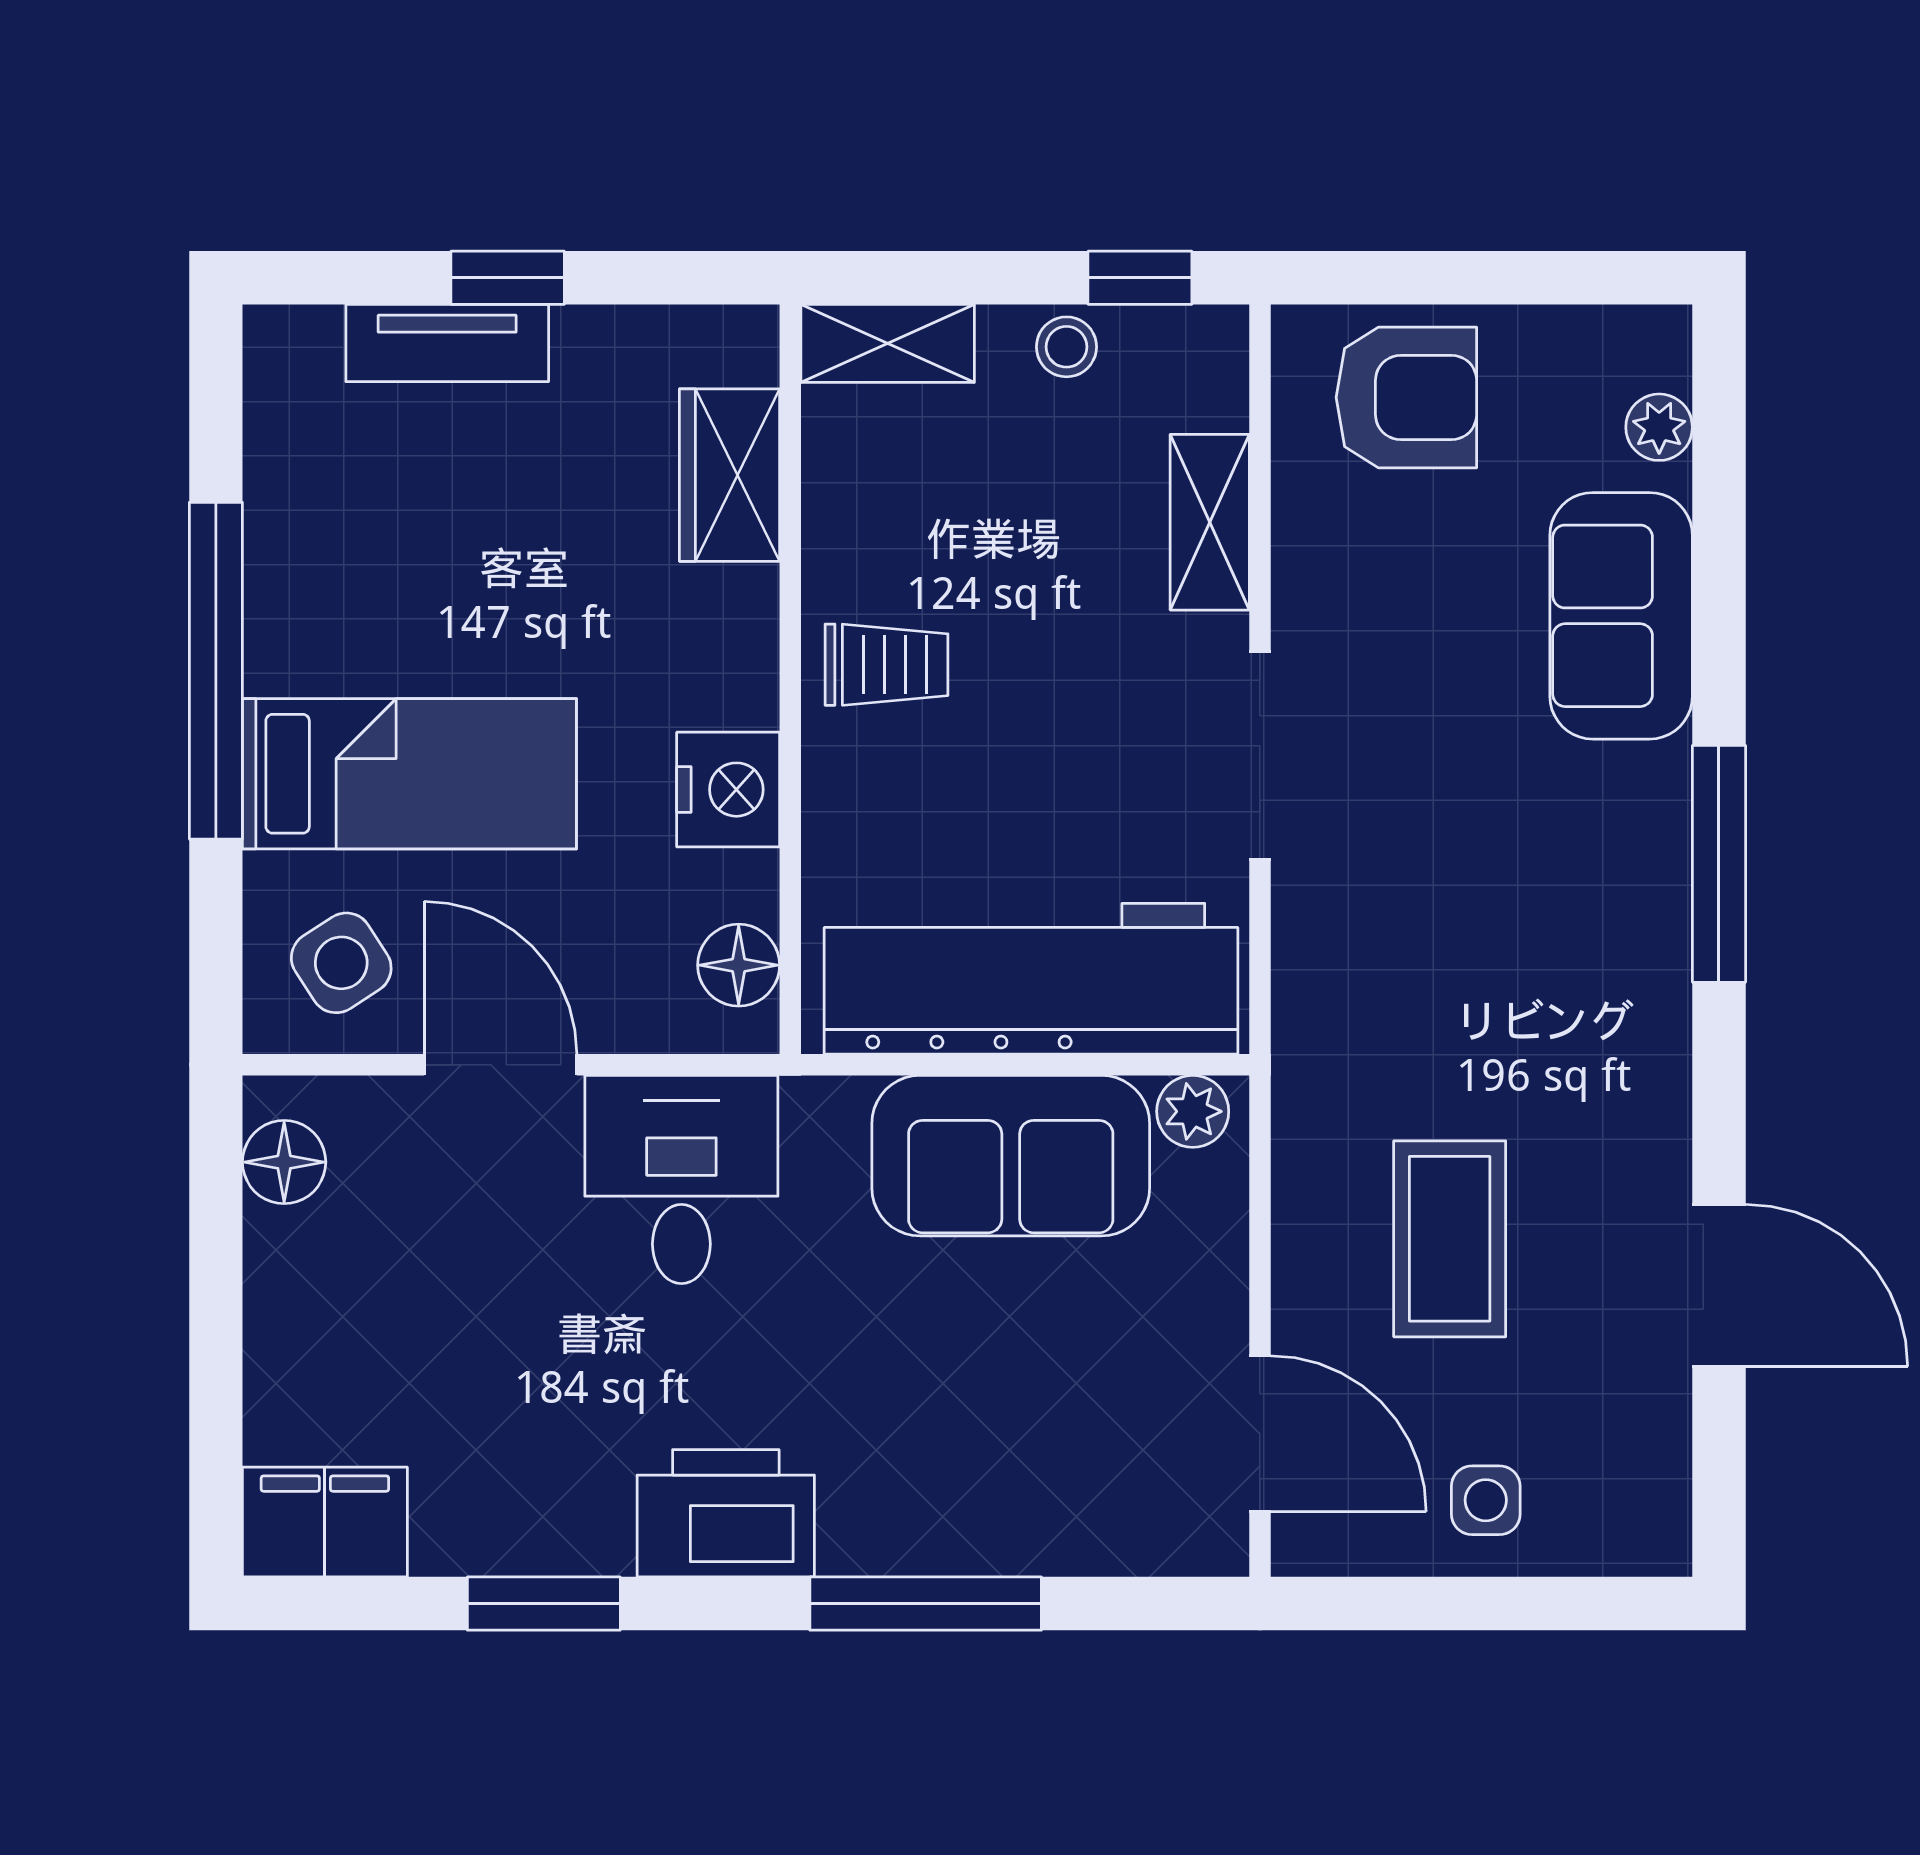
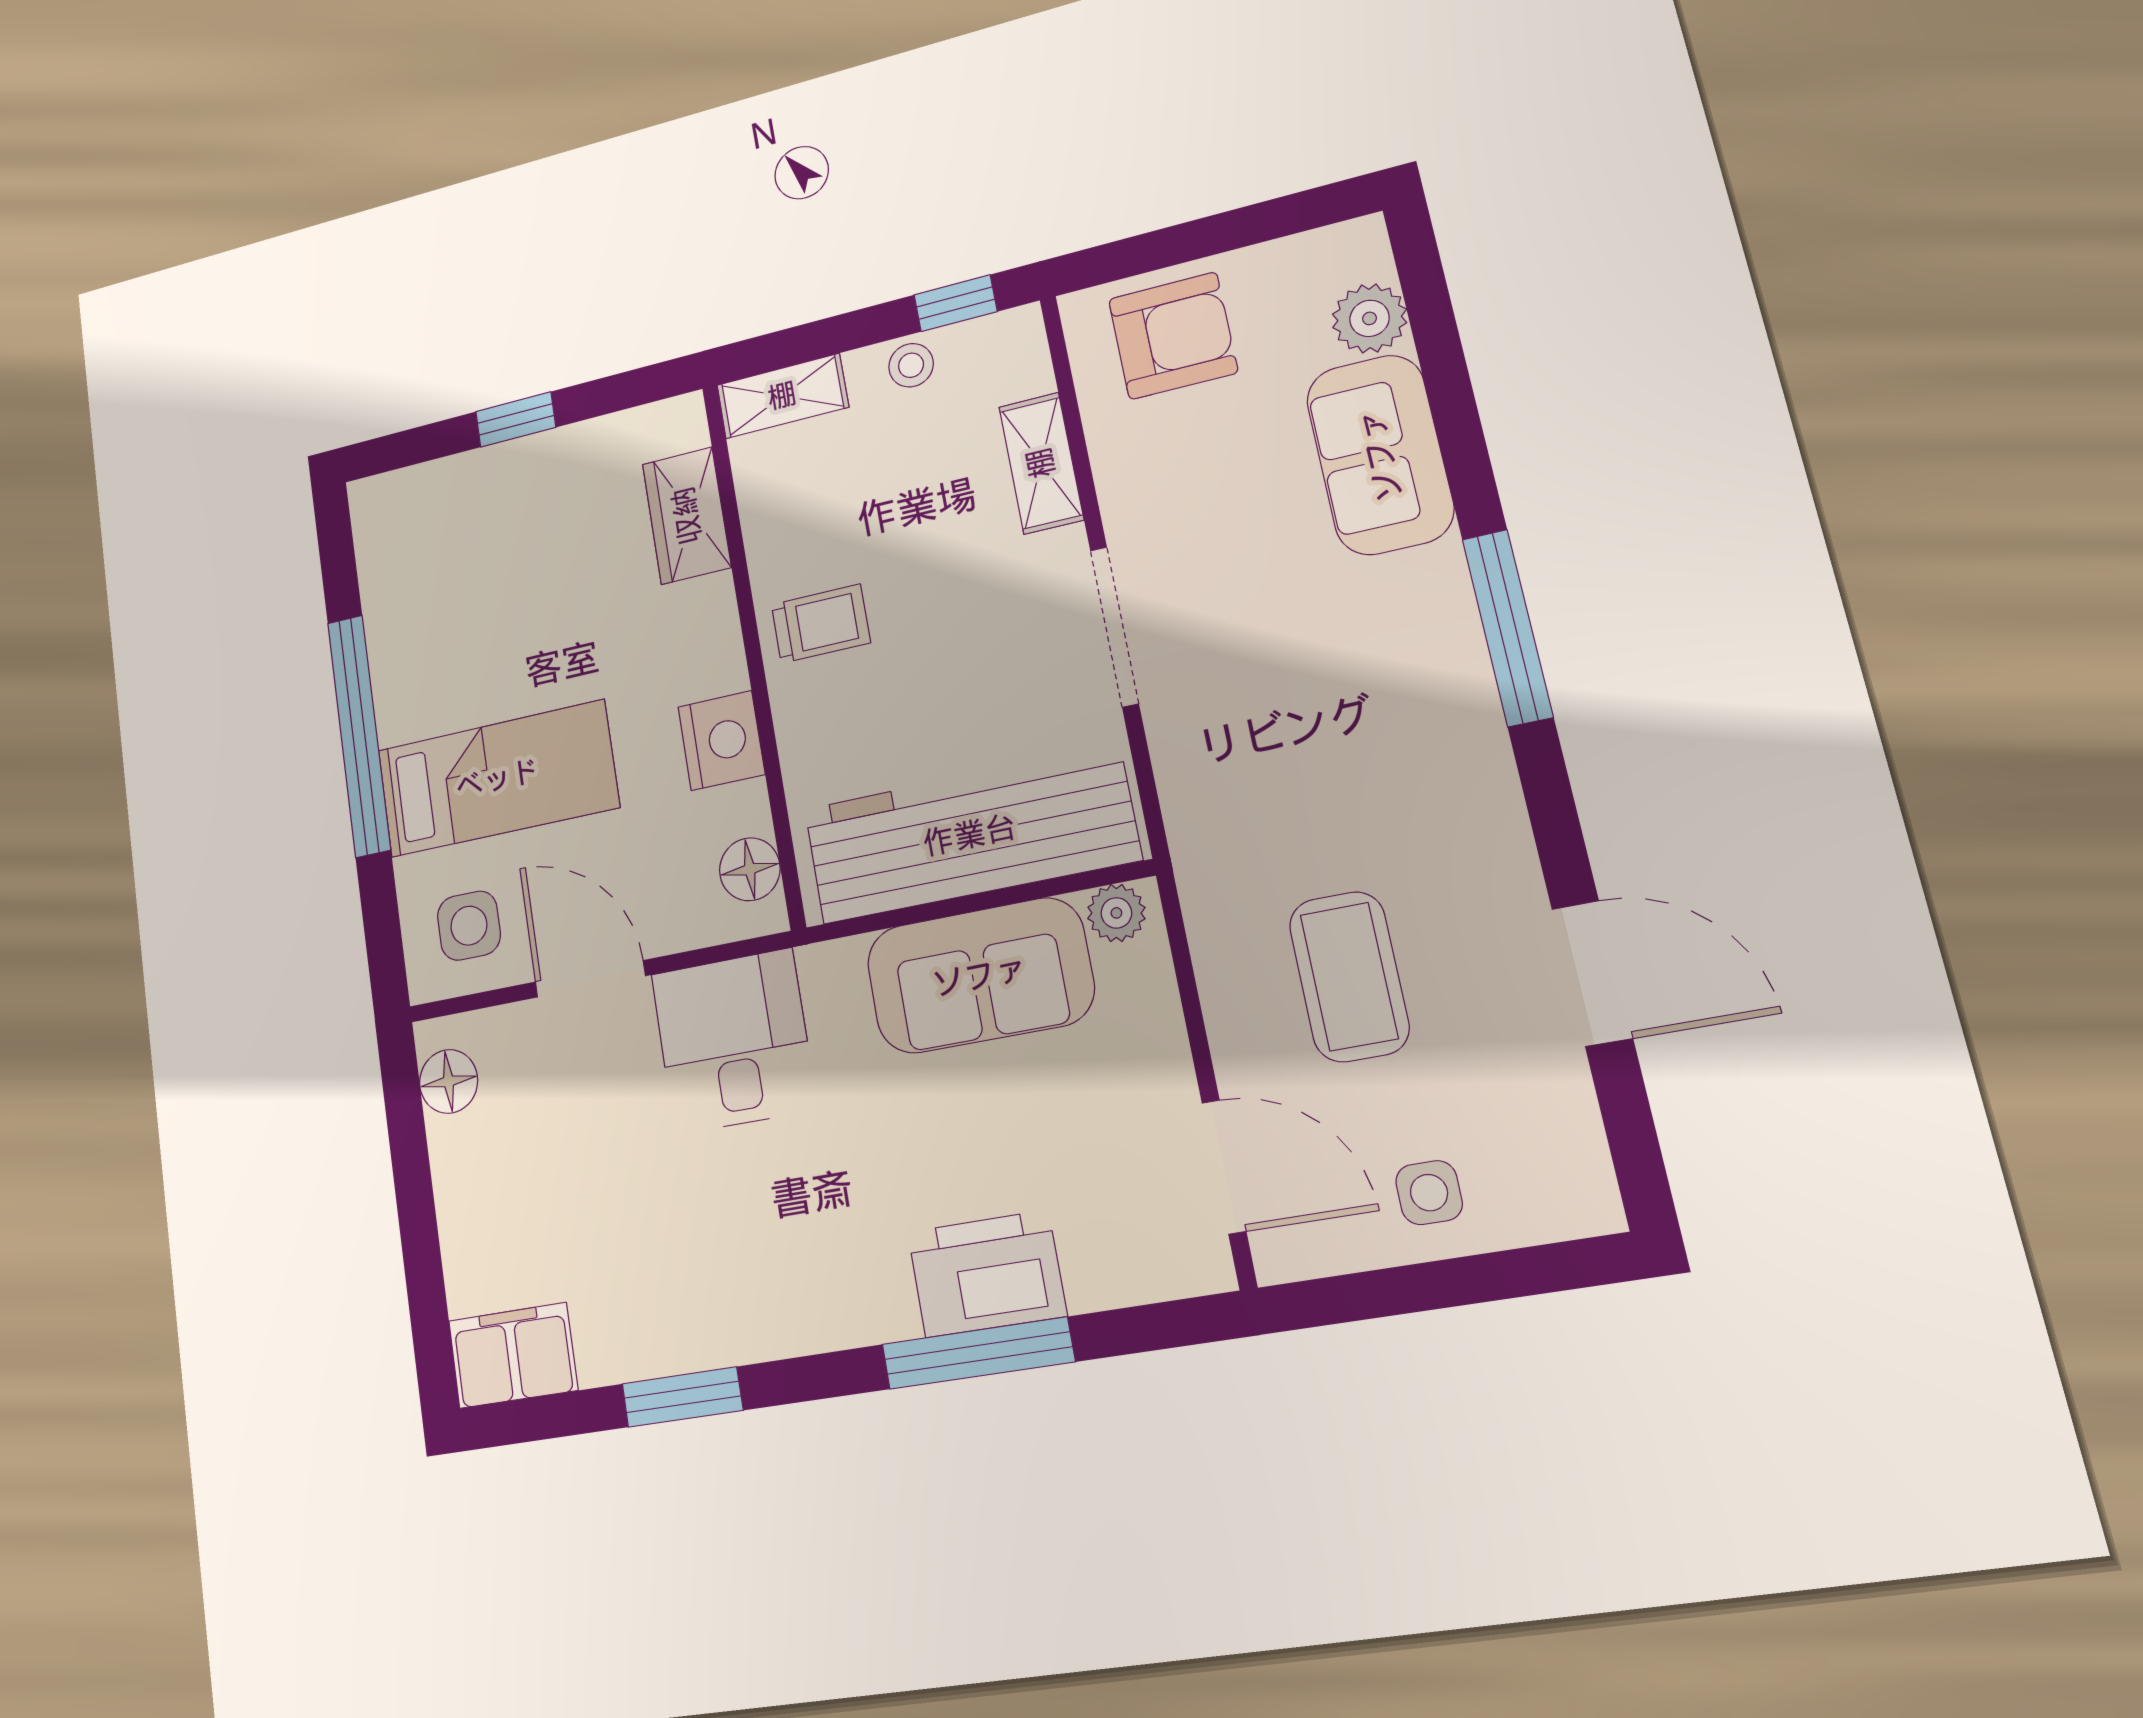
tv unit: (447, 343) -> (482, 474), removed
plant: (1659, 427) -> (1369, 318), width x1.38, depth x1.38
side table: (341, 963) -> (469, 926), turned 33
printer: (726, 1513) -> (987, 1274), moved

